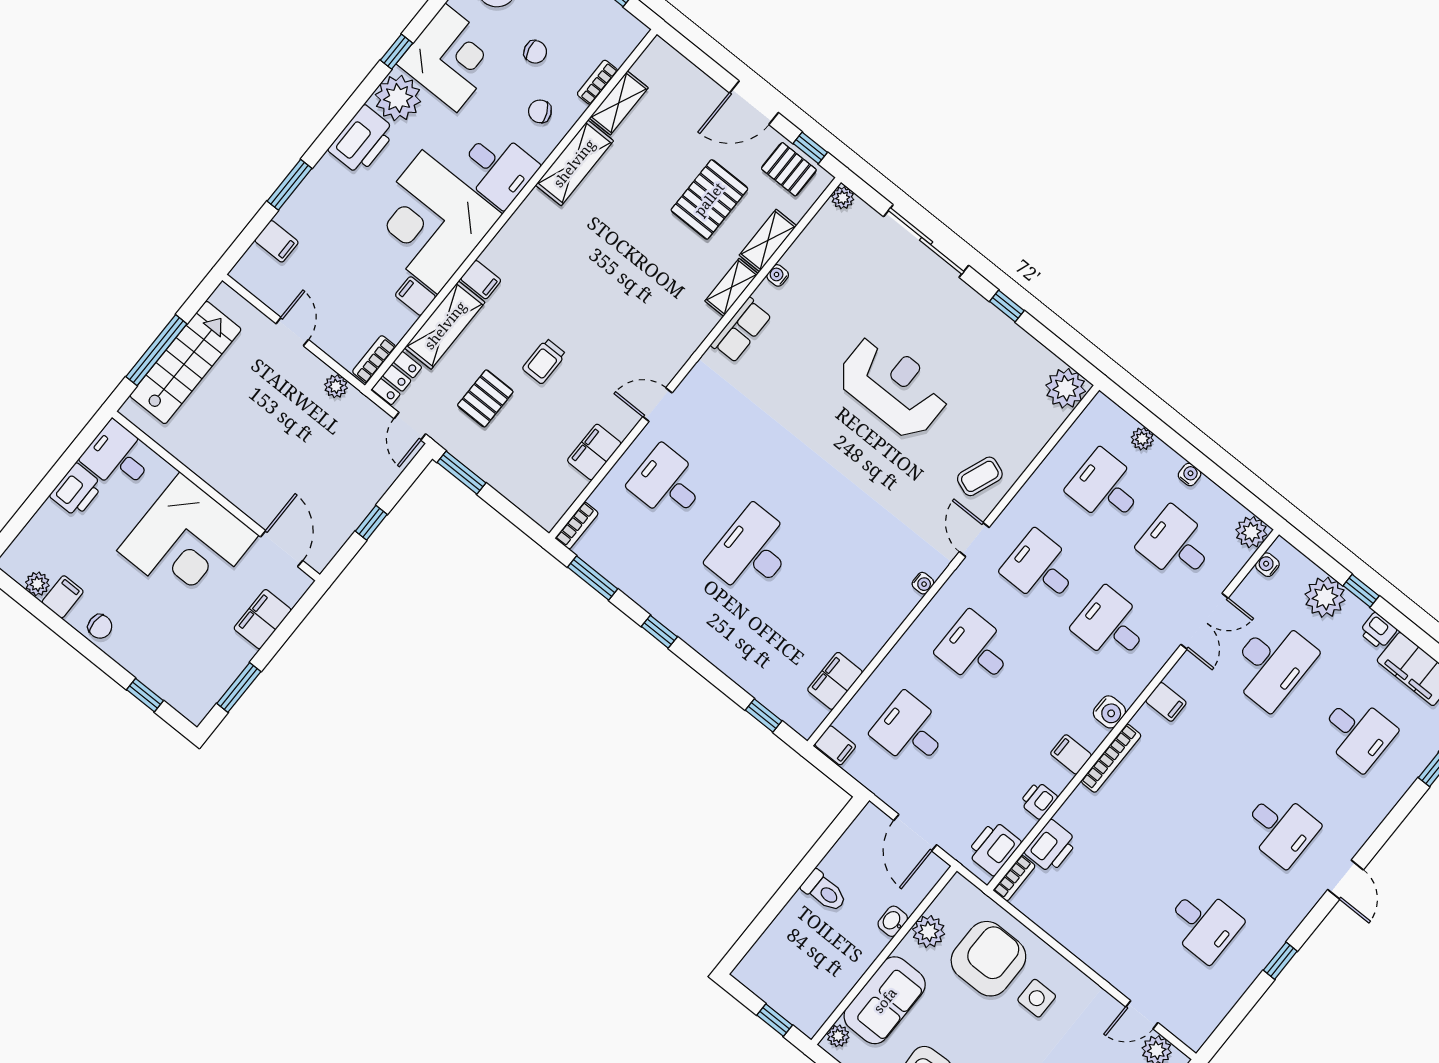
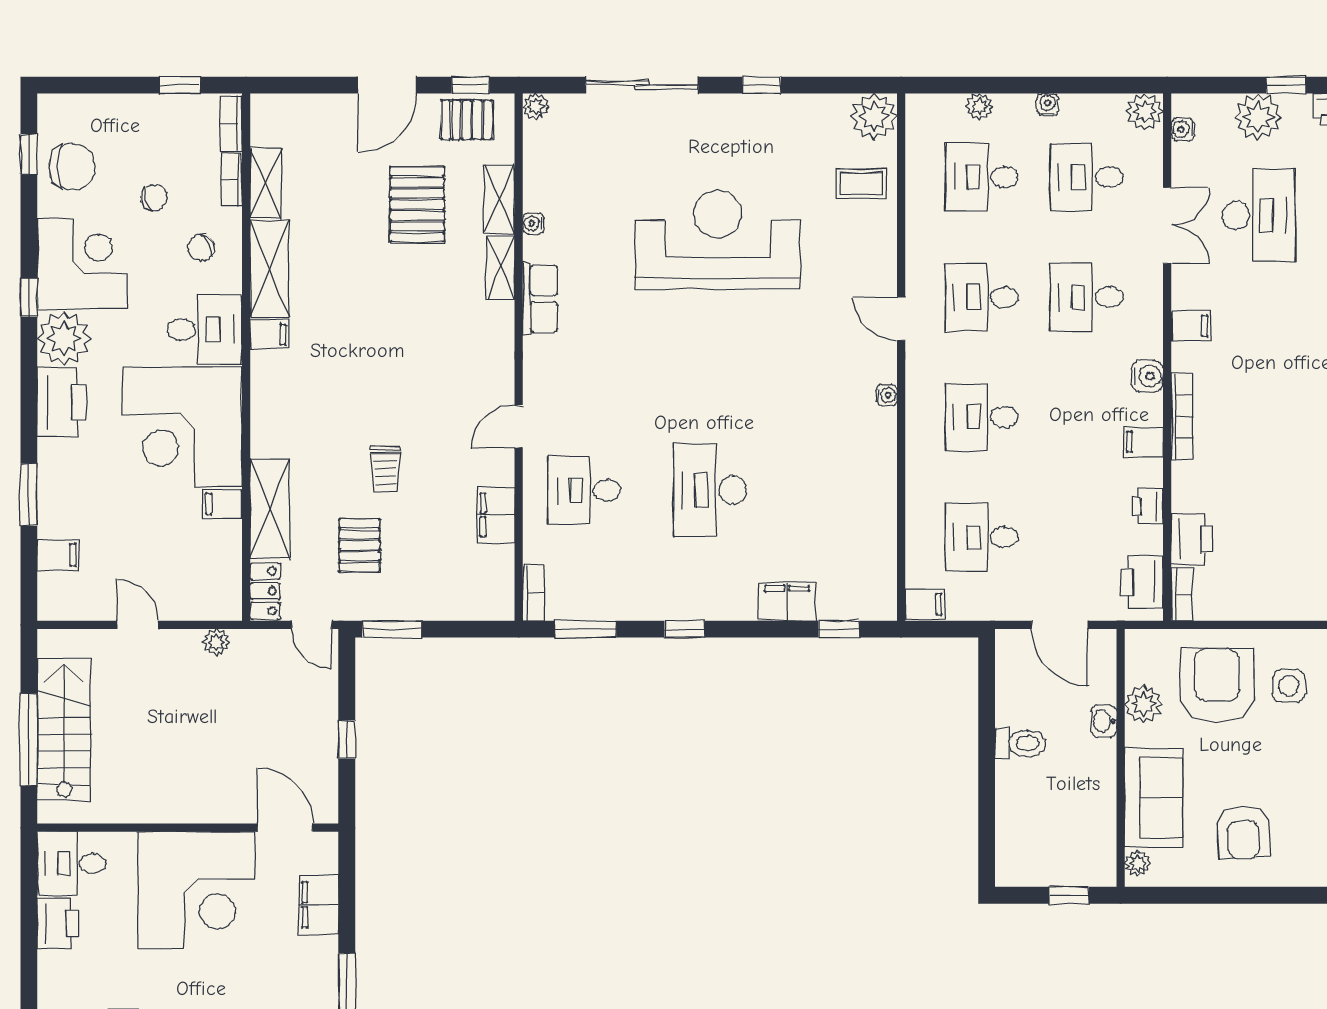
filing cabinet: (481, 280) -> (269, 335), moved
bookcase: (374, 359) -> (231, 124), moved
reception desk: (893, 387) -> (718, 240), width x1.36, depth x1.30
coffee table: (980, 476) -> (862, 184), moved, turned 69
filing cabinet: (835, 681) -> (787, 602), moved, turned 90

